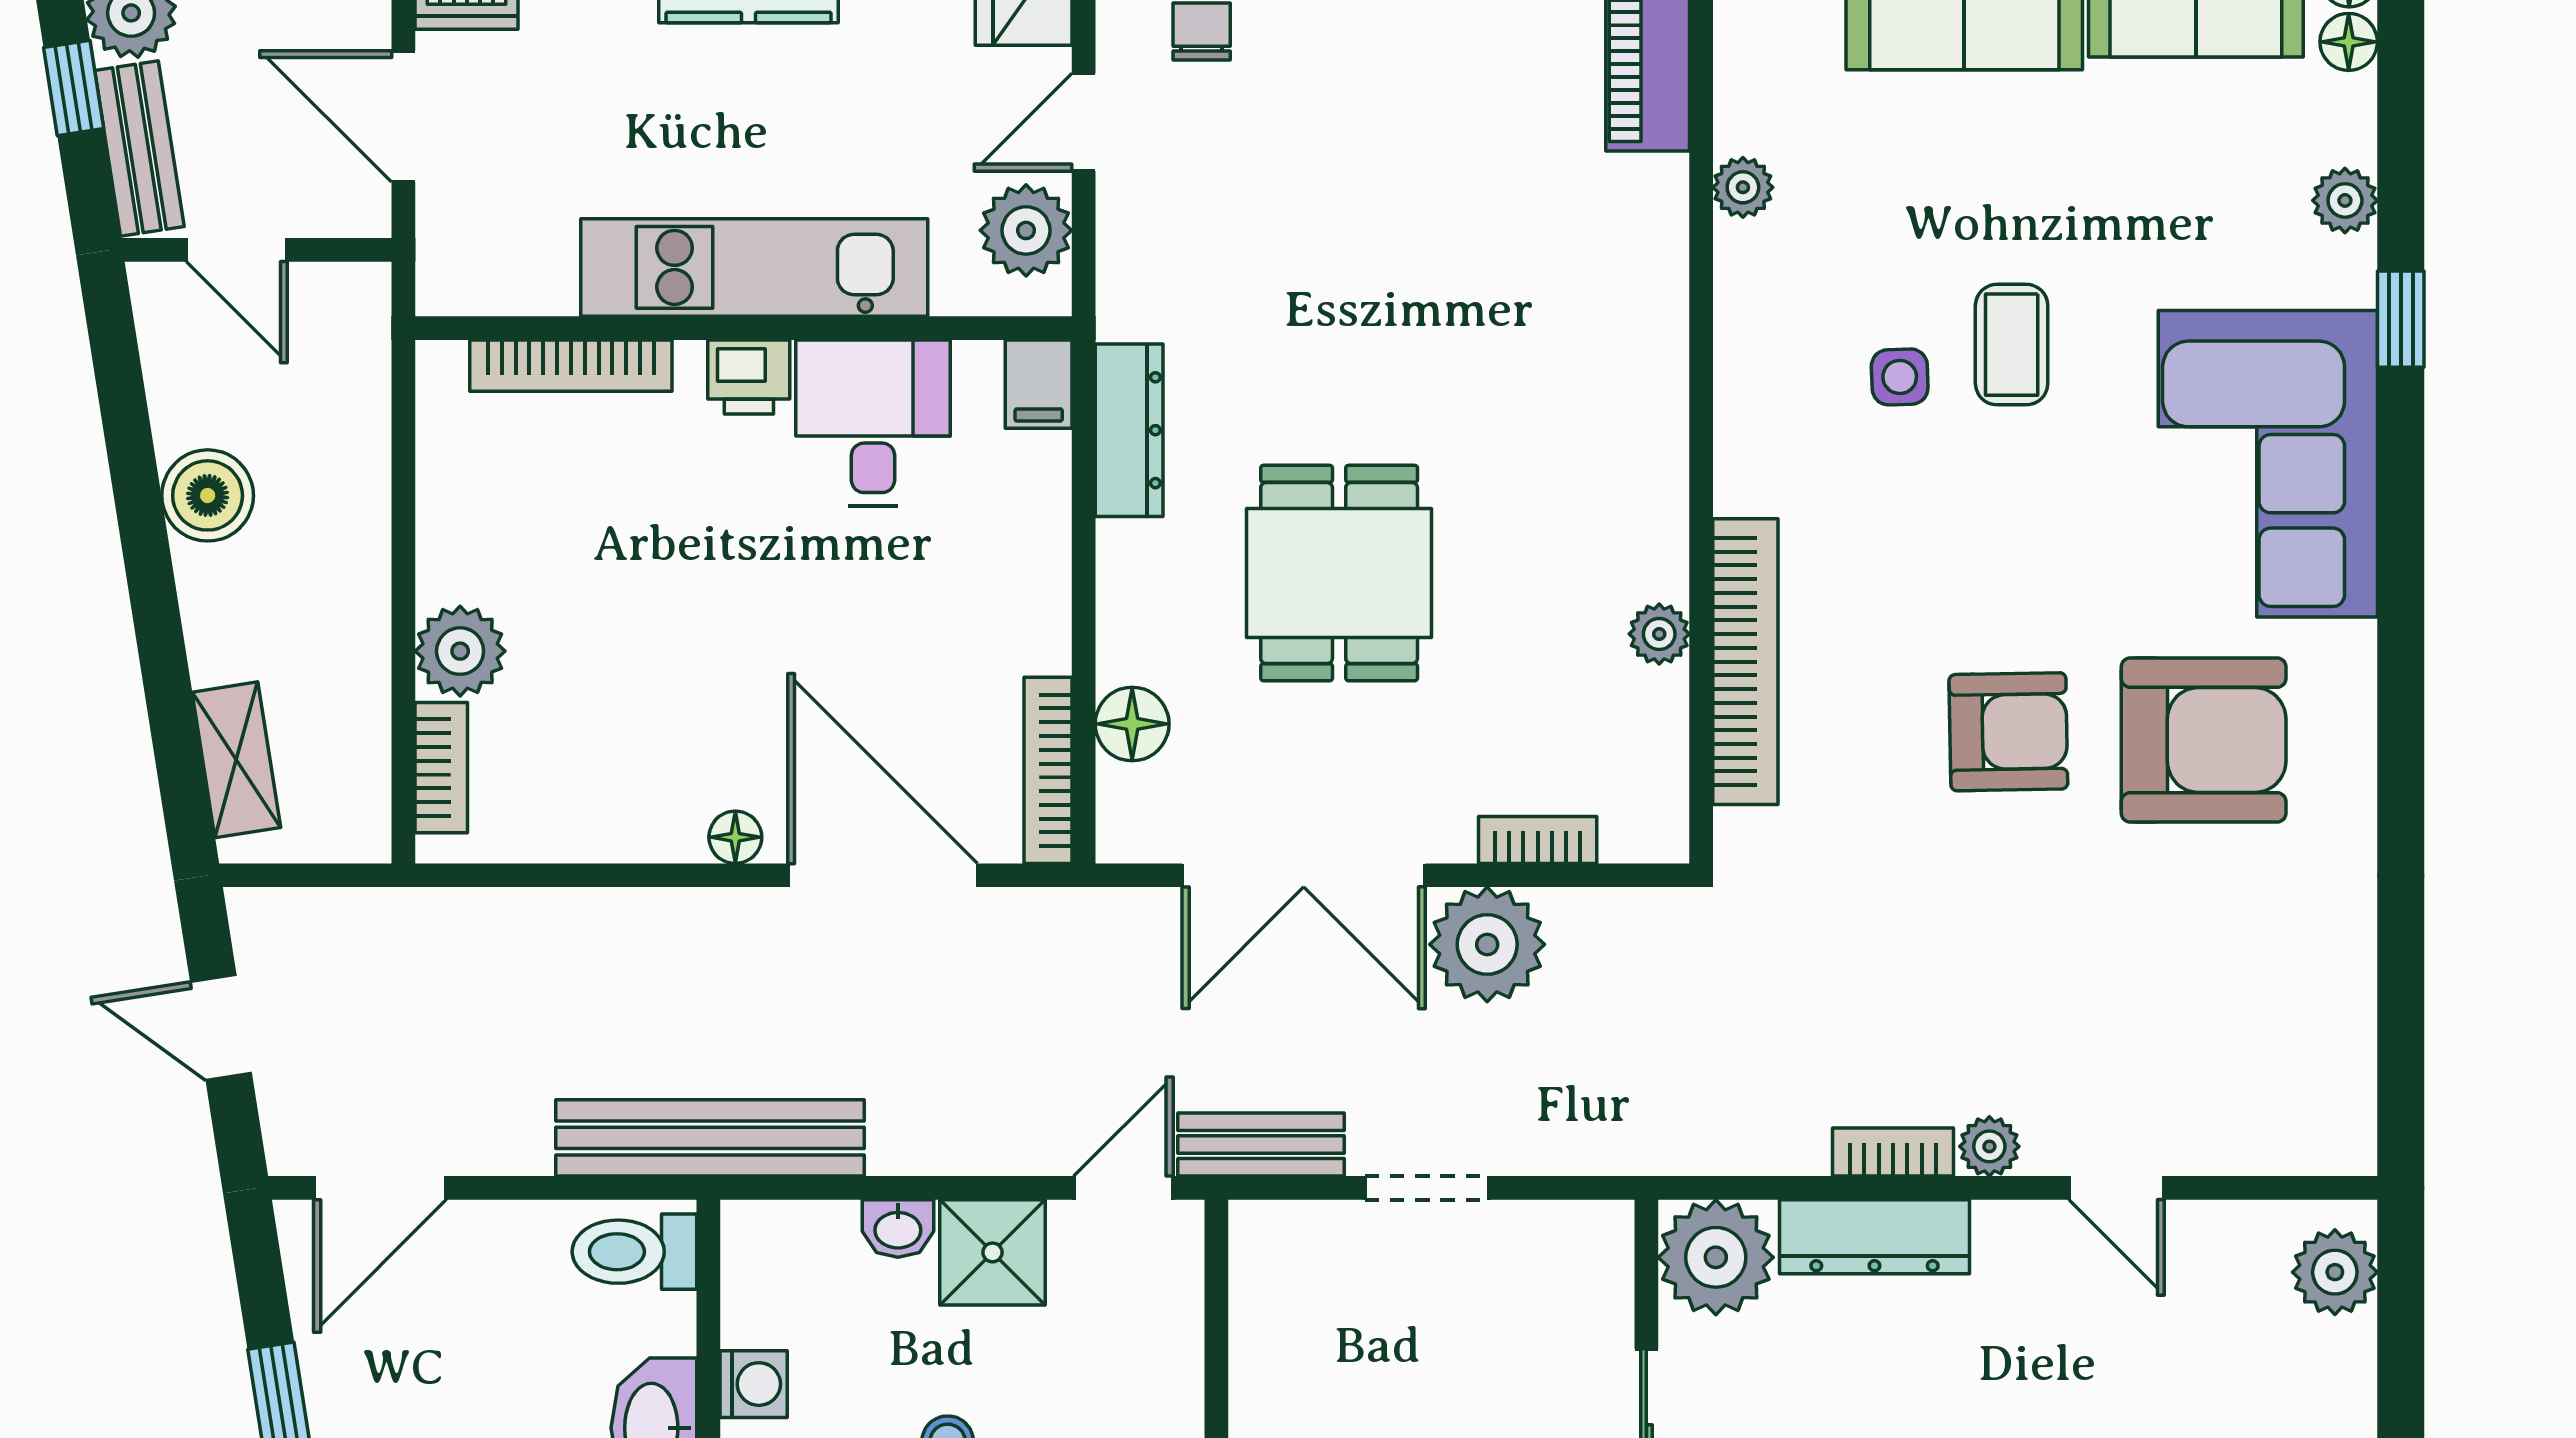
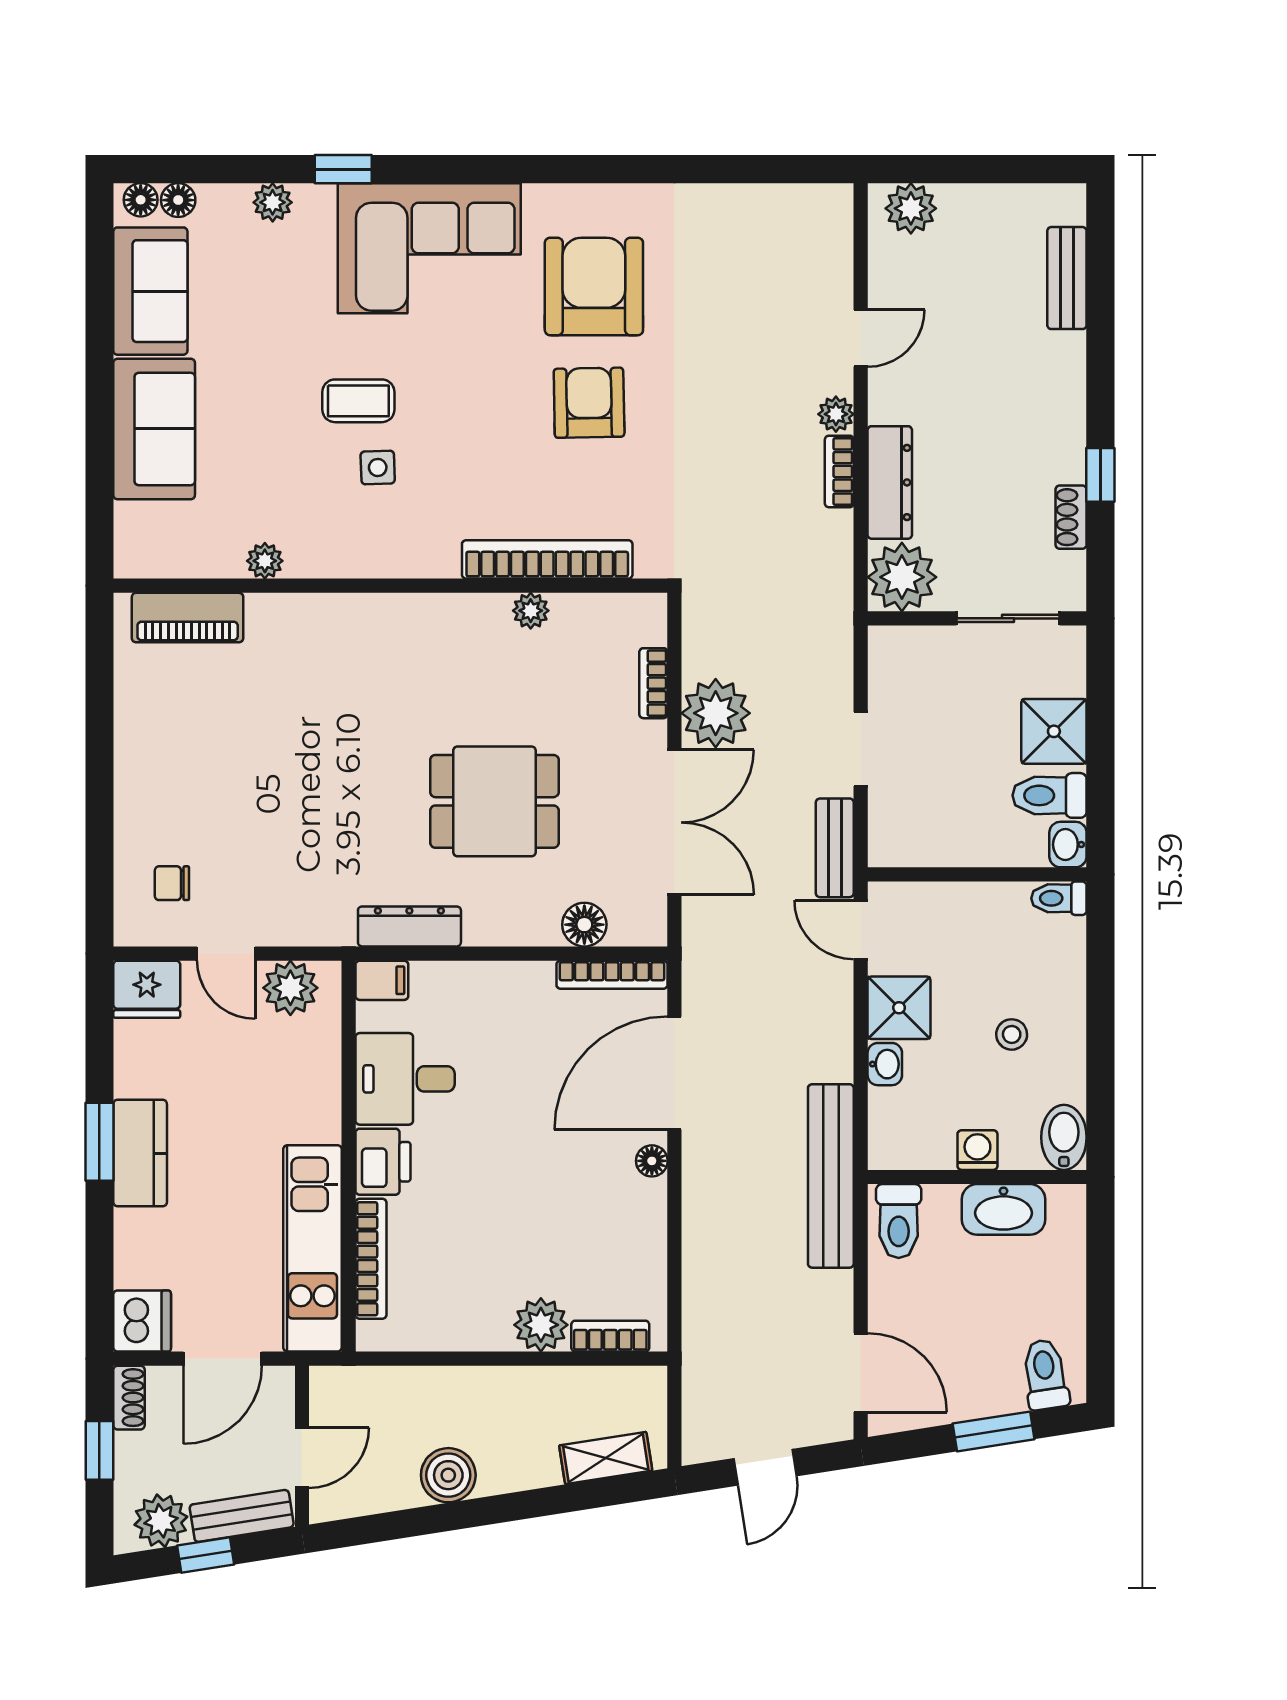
kitchen unit: (754, 267) -> (312, 1248), moved
printer: (749, 377) -> (383, 1162), width x1.36, depth x1.24

